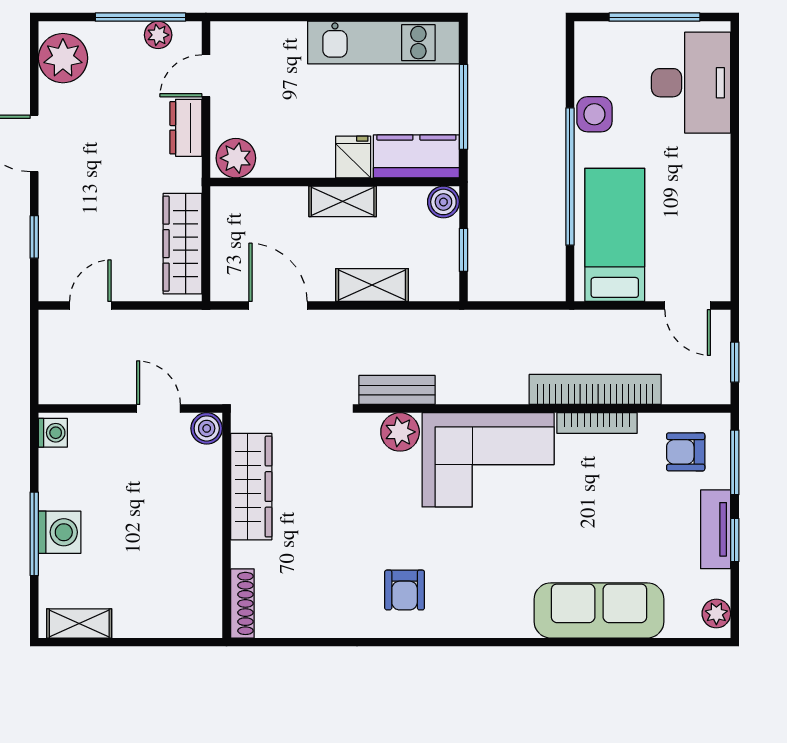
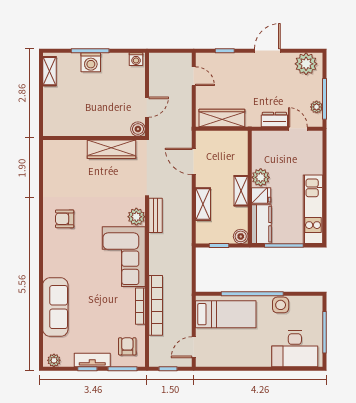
plant: (236, 158) -> (261, 177), moved
door: (278, 306) -> (194, 161), swing flipped
shoe rack: (242, 603) -> (59, 145), removed

